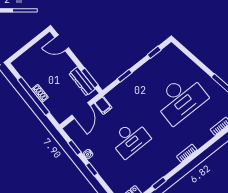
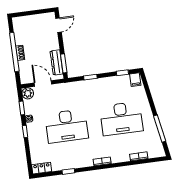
door: (62, 43) -> (59, 25), swing flipped
filing cabinet: (103, 106) -> (135, 80), moved
door: (81, 110) -> (43, 83), swing flipped
plant: (72, 129) -> (28, 93), added
desk: (130, 139) -> (67, 126), width x1.36, depth x1.30

